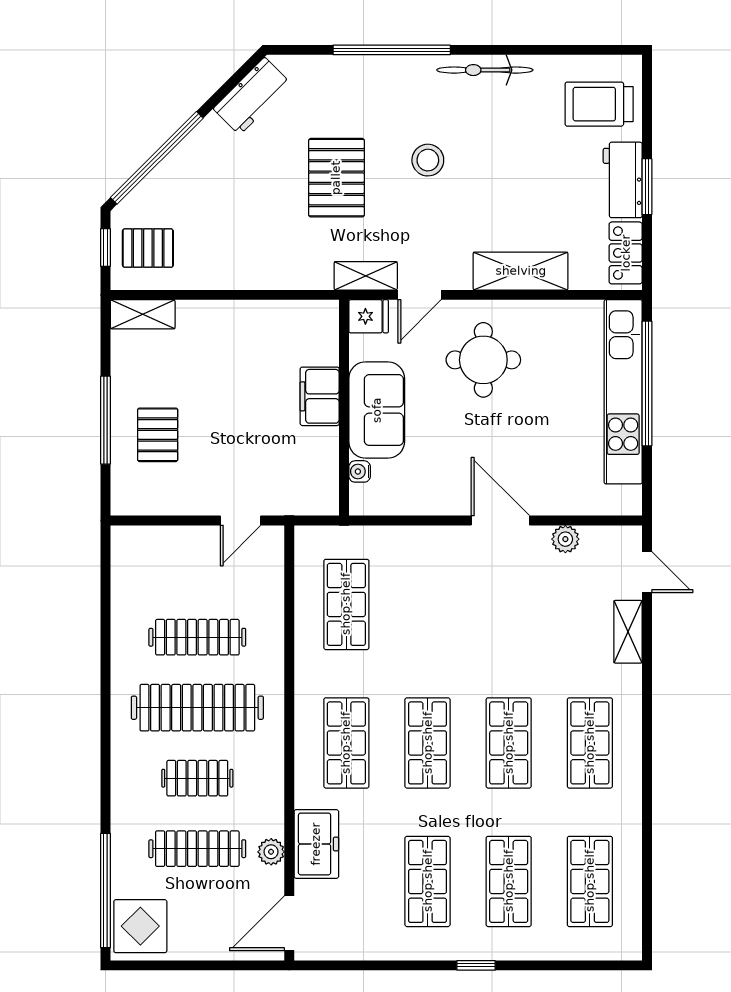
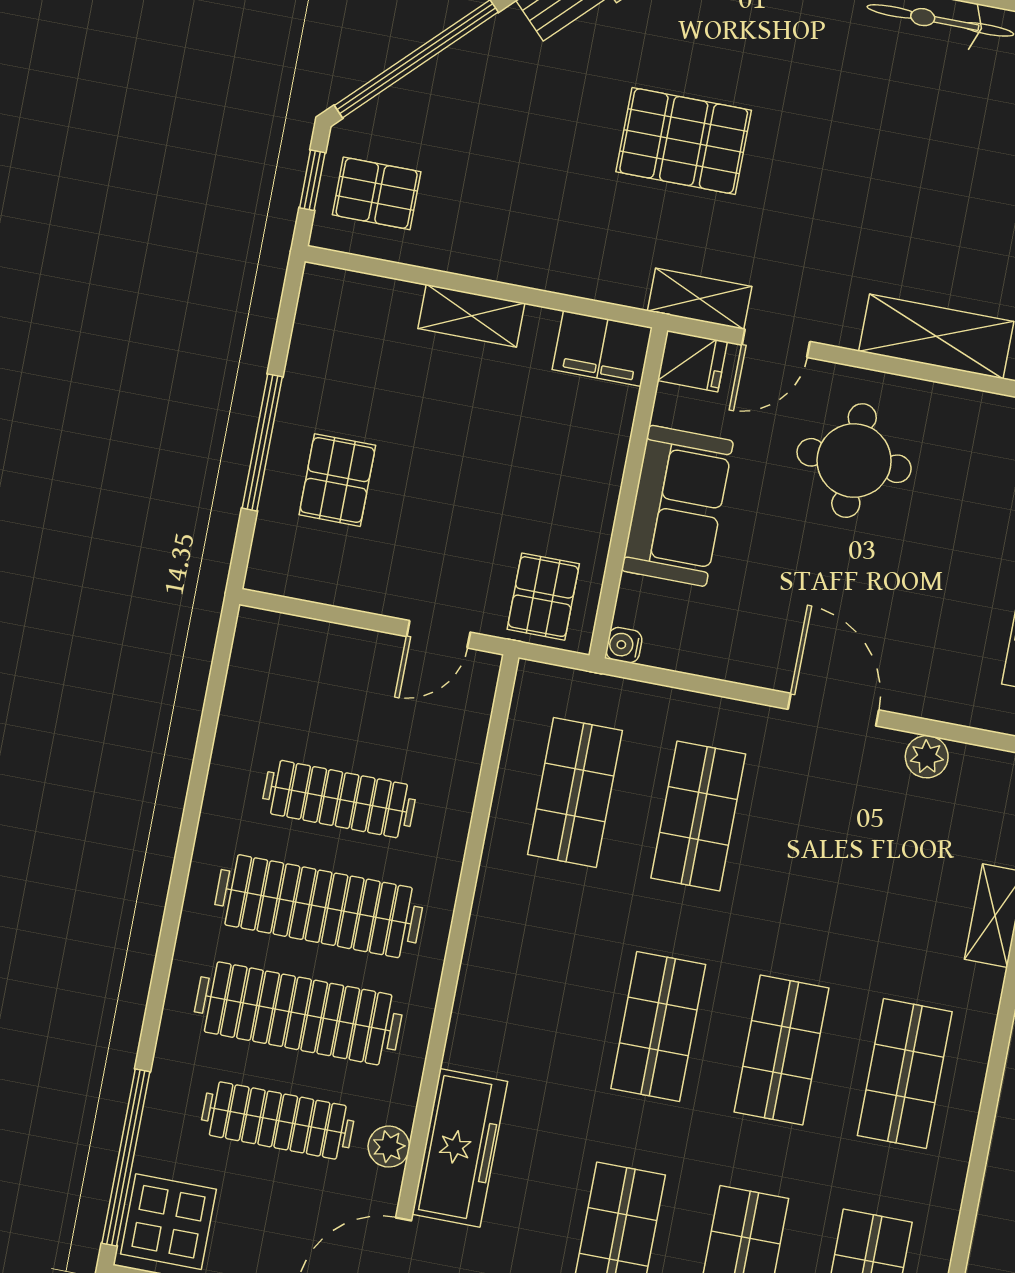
stool: (428, 160) -> (828, 141), removed
pallet: (336, 178) -> (684, 141), turned 90
shelving: (143, 314) -> (471, 316), moved
filing cabinet: (320, 396) -> (602, 348), moved, turned -90
water cooler: (360, 471) -> (624, 645), moved
pallet: (302, 484) -> (543, 597), added
shop shelf: (346, 743) -> (698, 816), moved
clothes rail: (197, 778) -> (298, 1013), width x1.86, depth x1.31
freezer: (316, 844) -> (460, 1148), width x1.40

